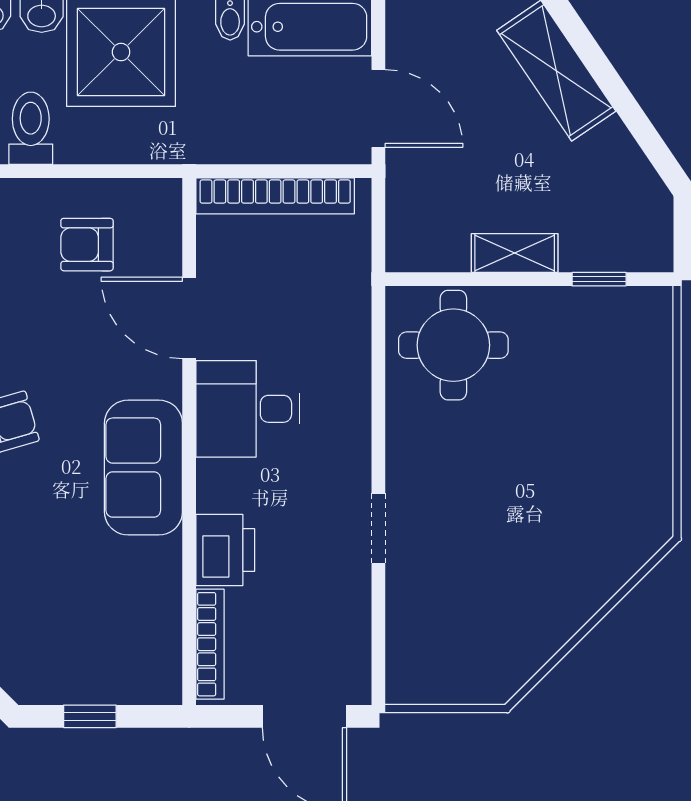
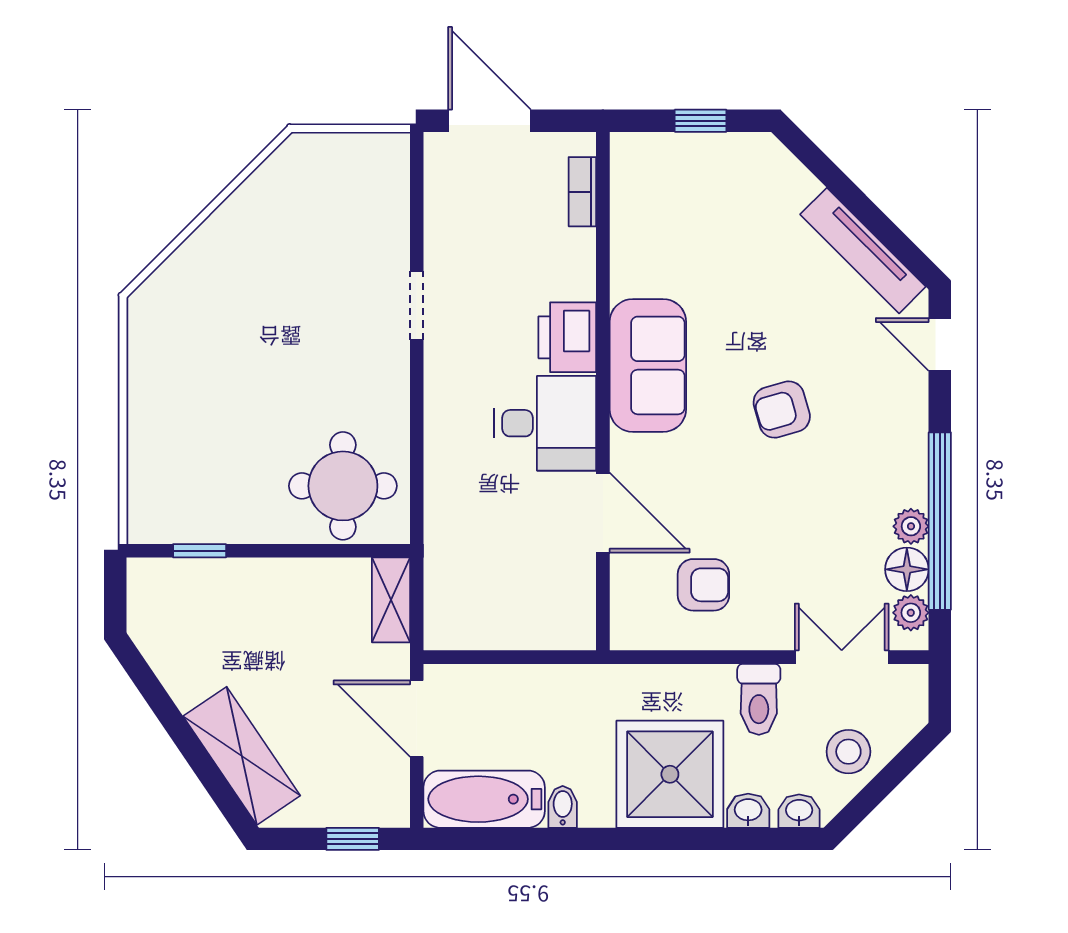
bookcase: (275, 196) -> (518, 633), removed
shelving: (515, 253) -> (391, 600), moved, turned 90
printer: (225, 550) -> (567, 337), moved
bookcase: (210, 644) -> (582, 192), width x0.64

